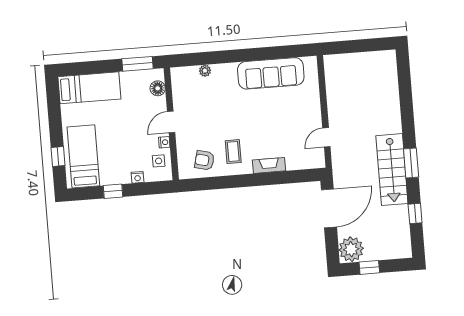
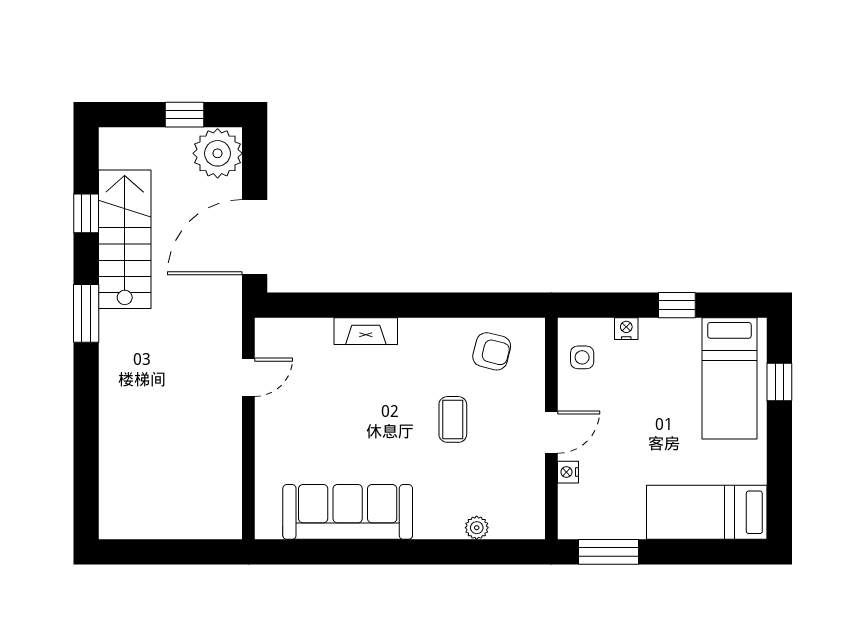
floor lamp: (158, 88) -> (573, 500), removed
nightstand: (164, 142) -> (568, 472), moved
coffee table: (233, 152) -> (453, 419), moved
stairs: (392, 170) -> (125, 239), moved

